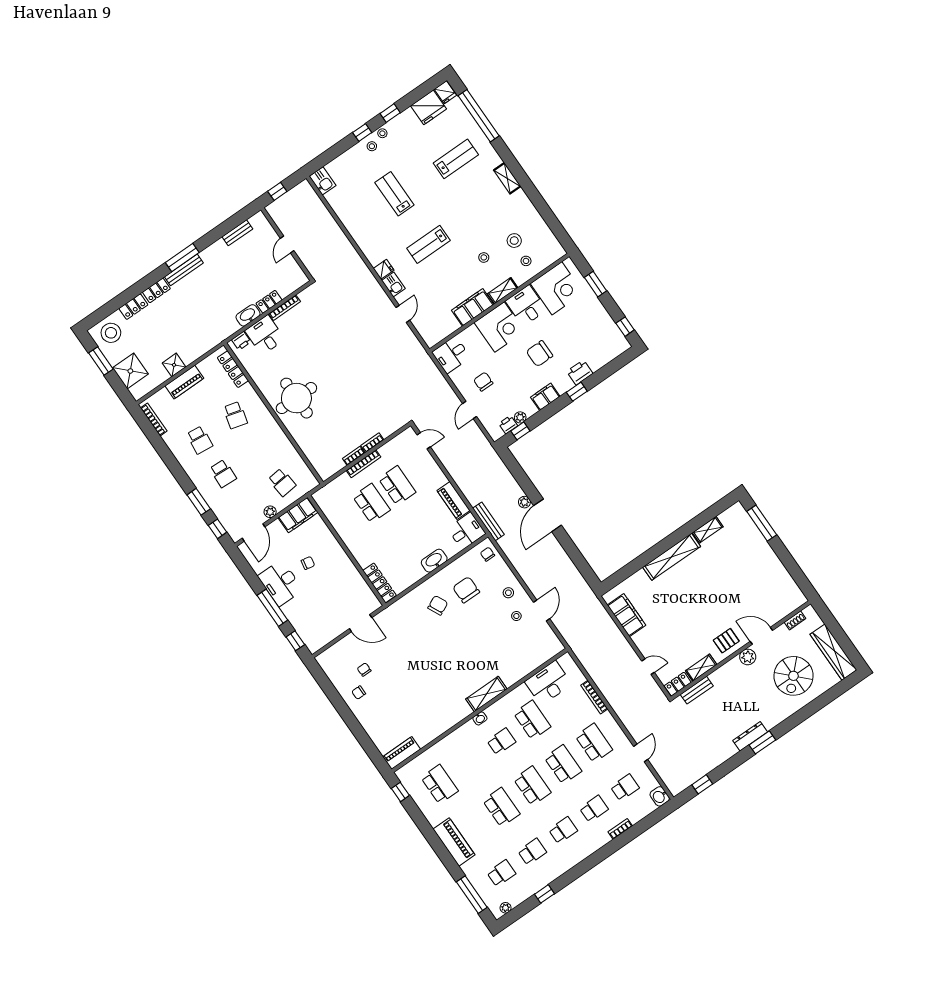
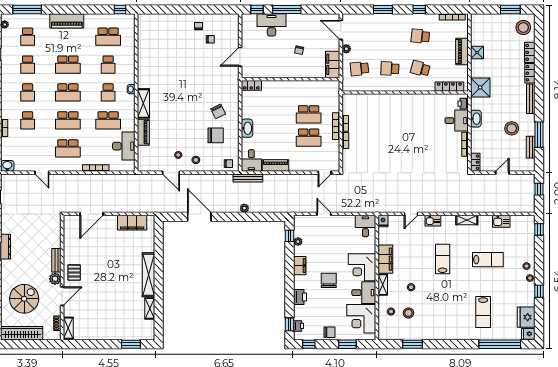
window: (362, 132) -> (539, 229), moved
shelving: (507, 178) -> (467, 220), moved
kitchen sink: (323, 181) -> (501, 221), moved
window: (546, 212) -> (412, 344), added
door: (287, 244) -> (502, 173), hinge flipped
window: (182, 258) -> (539, 135), moved
stool: (231, 268) -> (512, 128), added
fridge: (384, 269) -> (383, 221), moved
locker: (269, 302) -> (475, 162), moved
door: (403, 314) -> (411, 214), hinge flipped
shower: (130, 371) -> (480, 87), moved
chair: (483, 382) -> (330, 332), moved
window: (577, 392) -> (290, 324), moved
round table: (296, 398) -> (405, 113), removed
printer: (508, 425) -> (299, 326), moved
school desk: (223, 473) -> (390, 69), moved
door: (548, 515) -> (199, 217), moved
window: (762, 523) -> (131, 344), width x0.69
window: (217, 529) -> (419, 9), moved
desk: (280, 583) -> (271, 25), moved
locker: (380, 583) -> (251, 85), width x0.66
door: (648, 667) -> (92, 214), width x1.88
shelving: (701, 668) -> (68, 328), moved
spiral stairs: (793, 676) -> (24, 299), turned 90
locker: (678, 684) -> (68, 225), removed
bench: (697, 690) -> (56, 260), moved
piano: (402, 753) -> (143, 132), moved
school desk: (625, 787) -> (108, 65), moved

